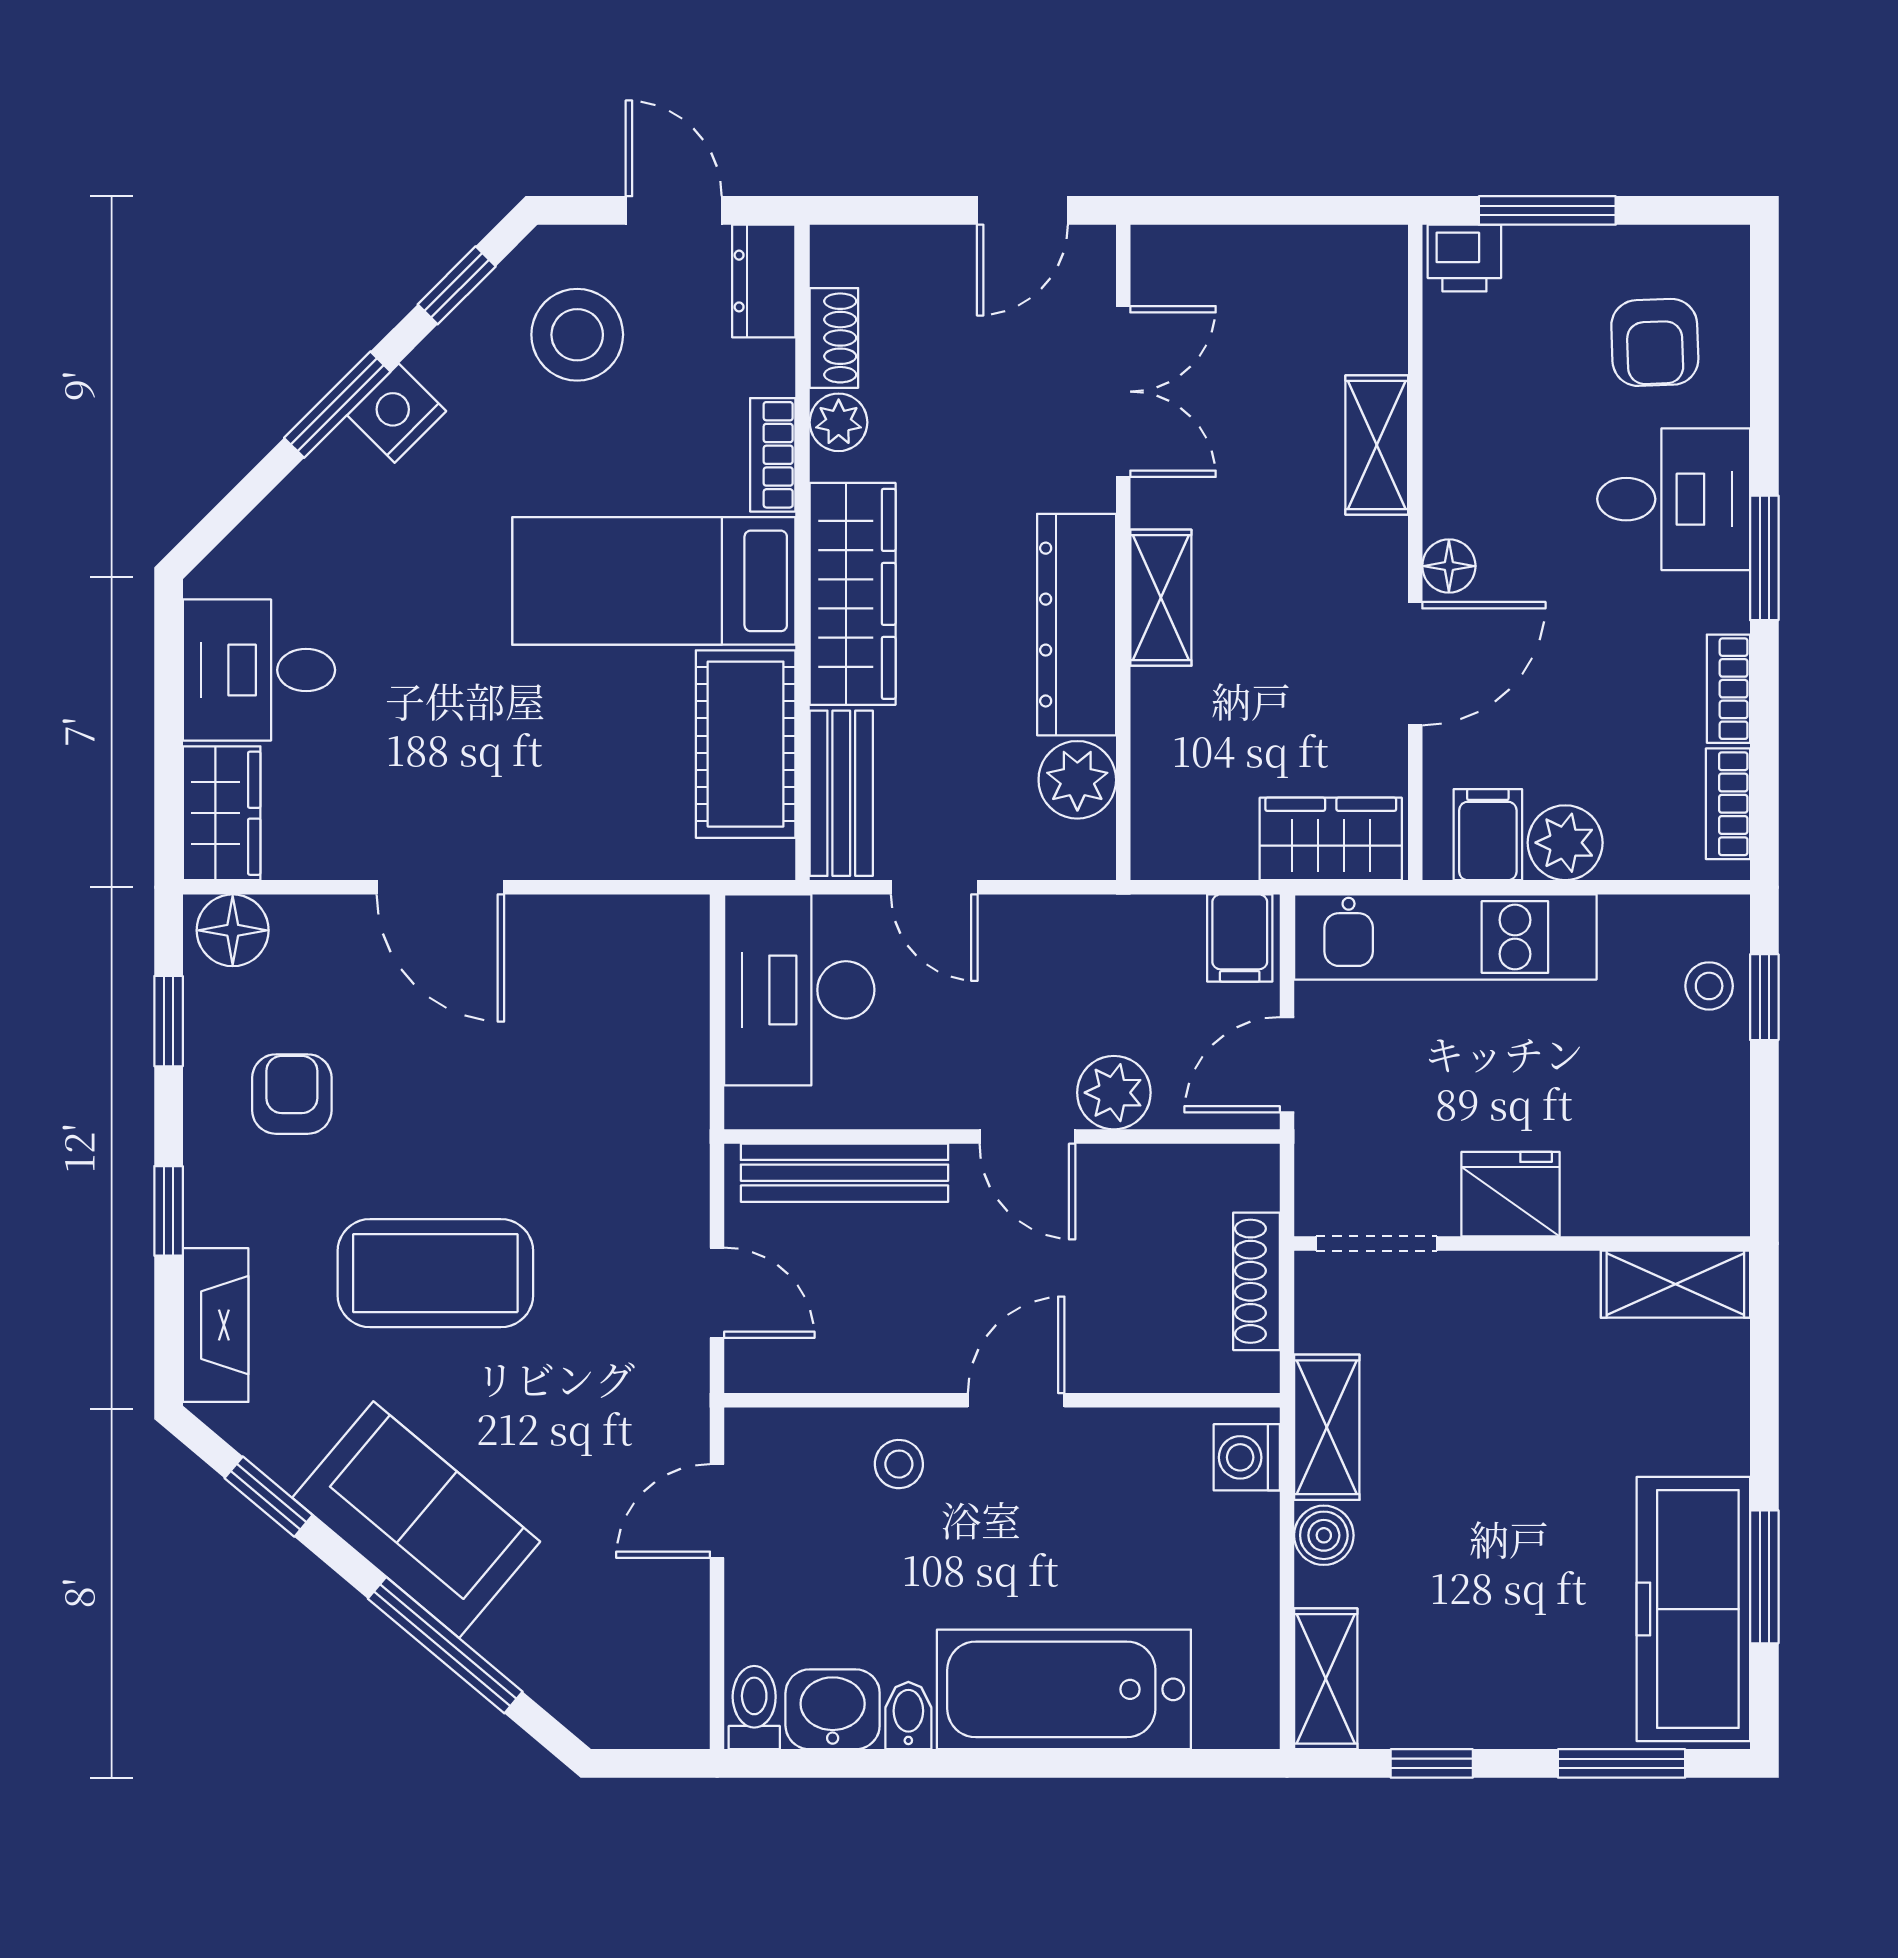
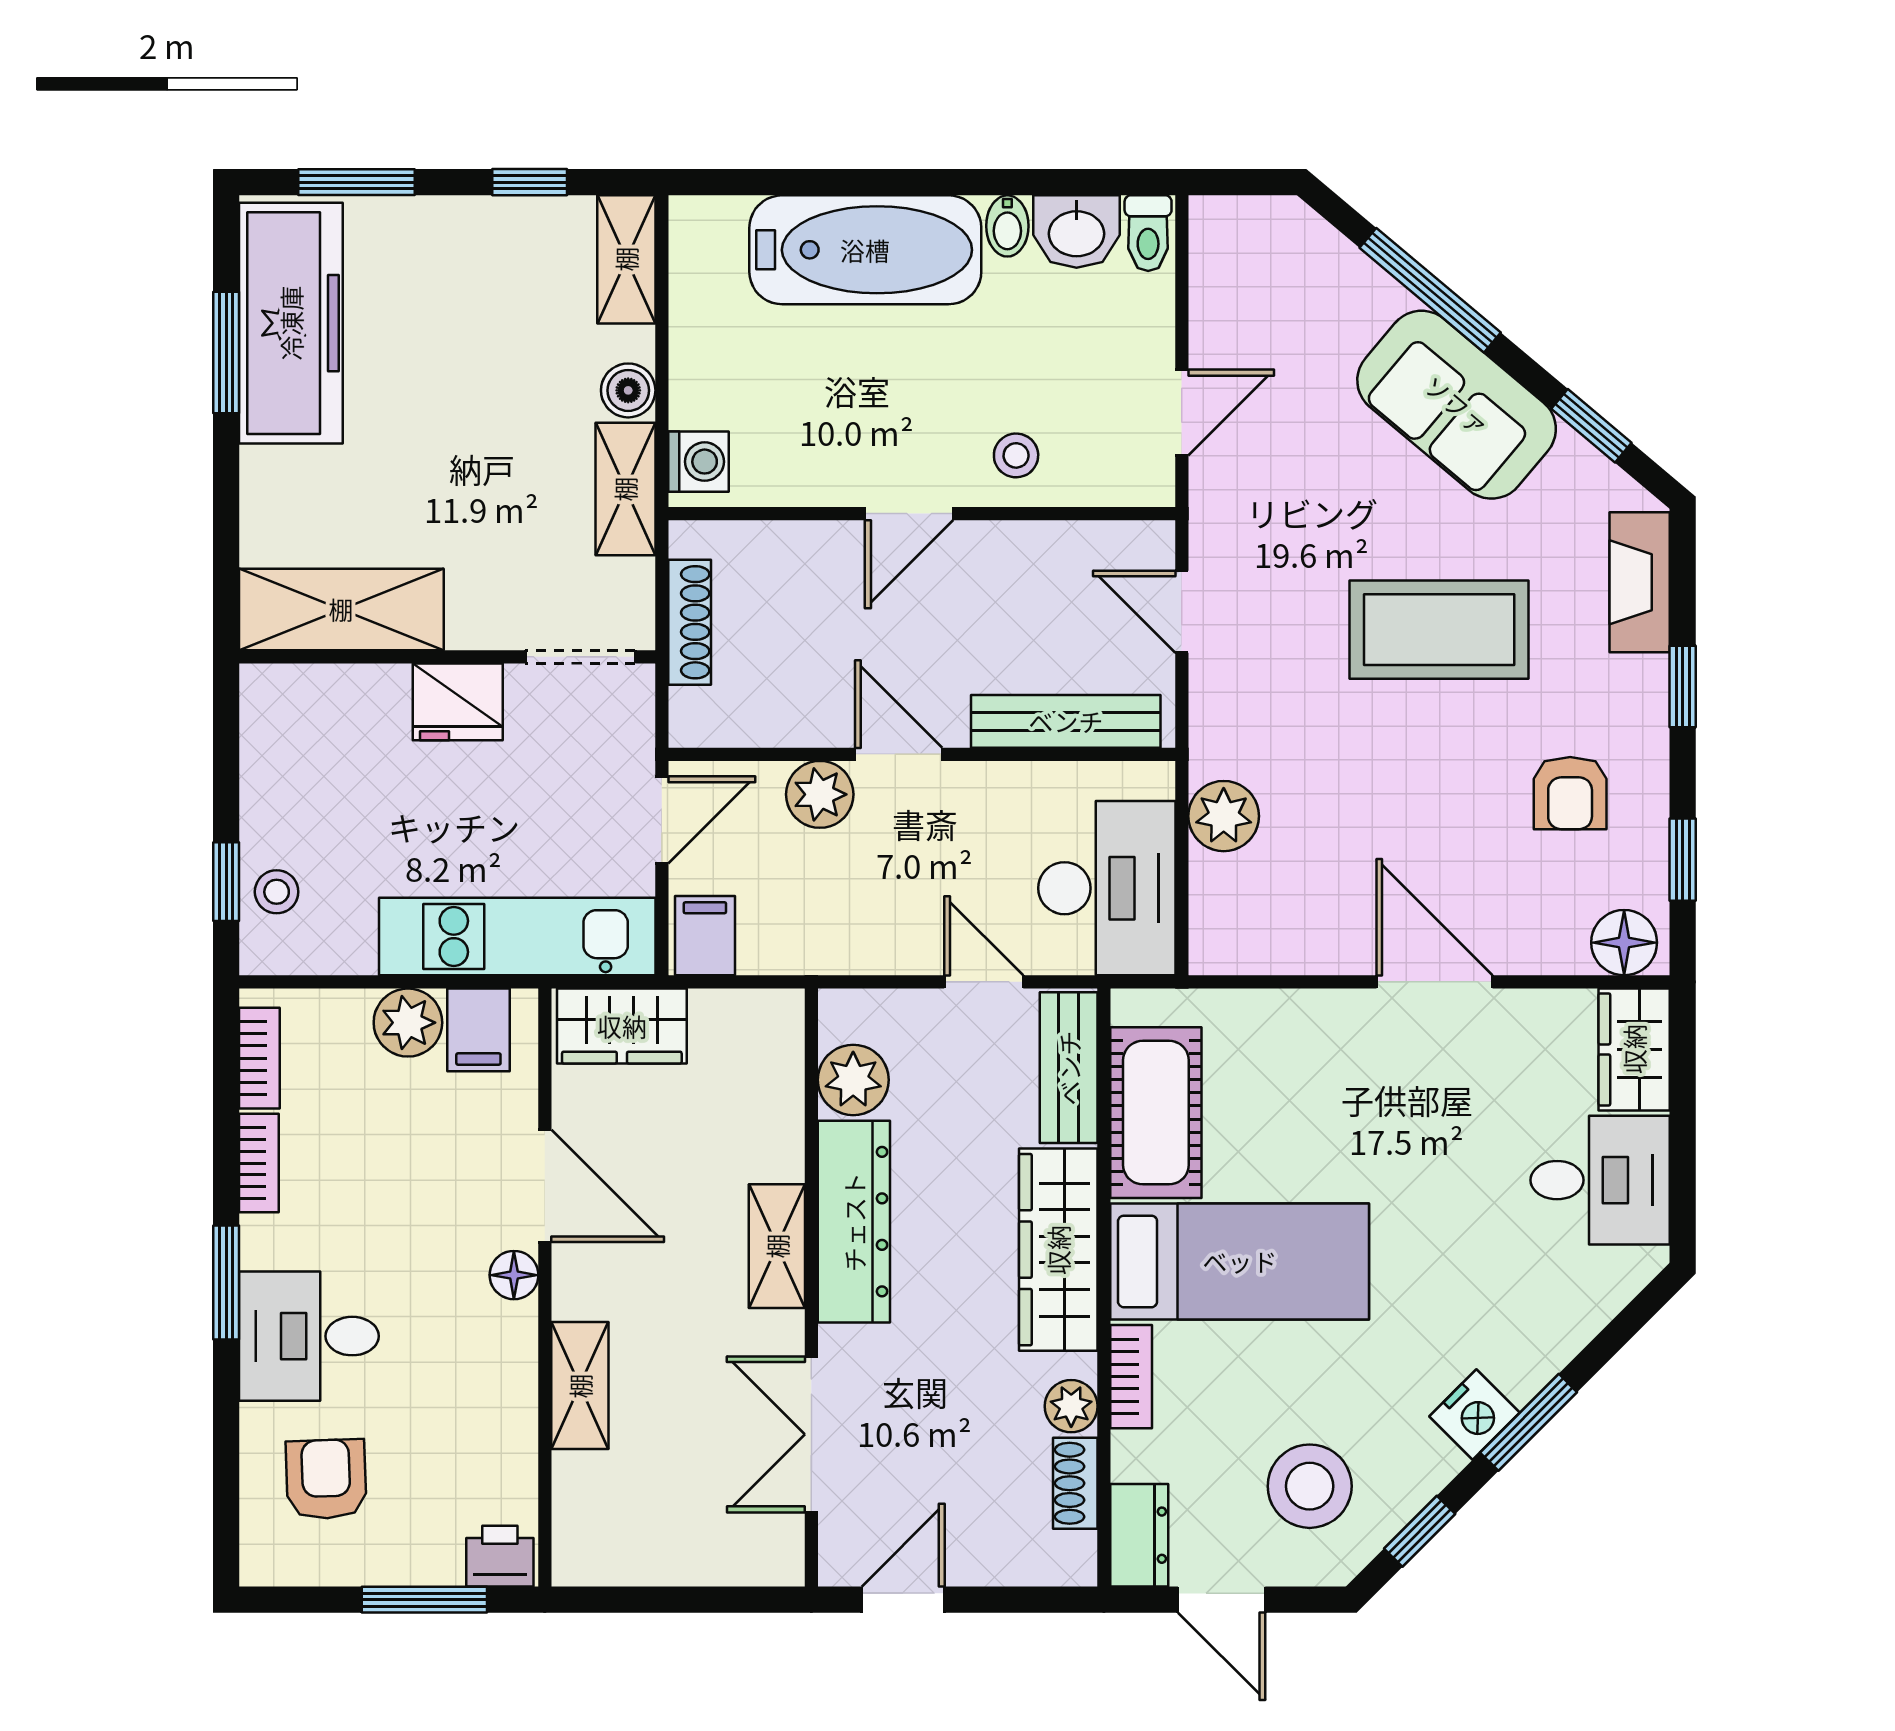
door: (1415, 664) -> (545, 1186), swing flipped
plant: (671, 1069) -> (1224, 816), added
shelving: (1675, 1284) -> (341, 609), width x1.50, depth x1.33

